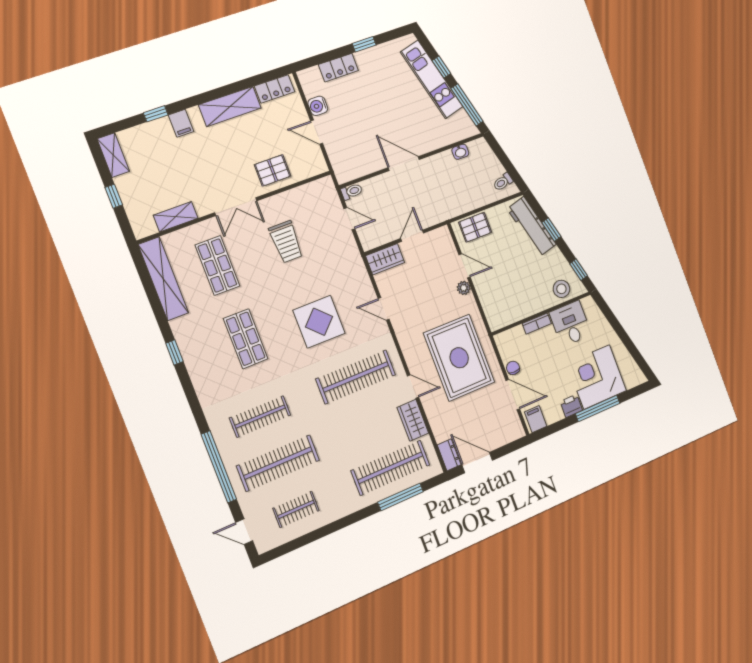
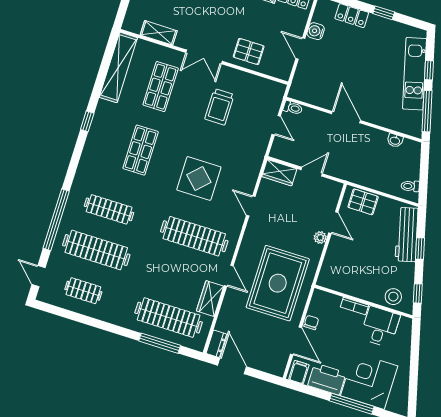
printer: (571, 406) -> (327, 379), width x1.87, depth x1.48

